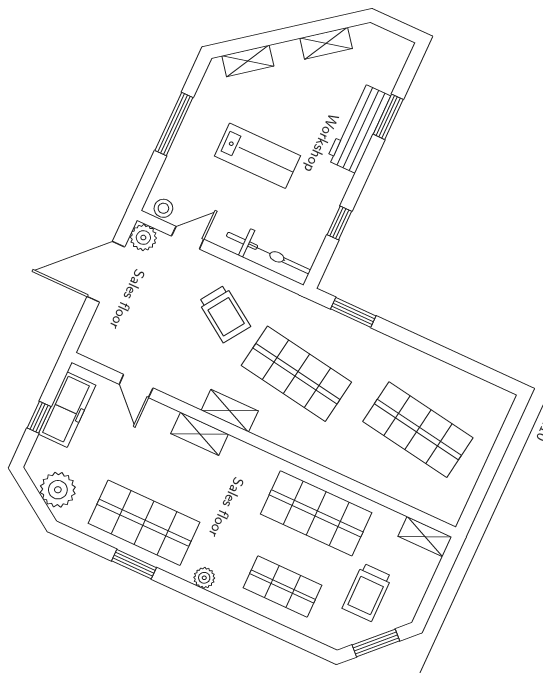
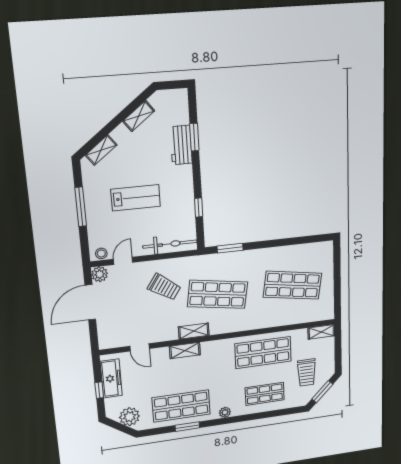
workbench: (358, 128) -> (181, 145), width x0.73

